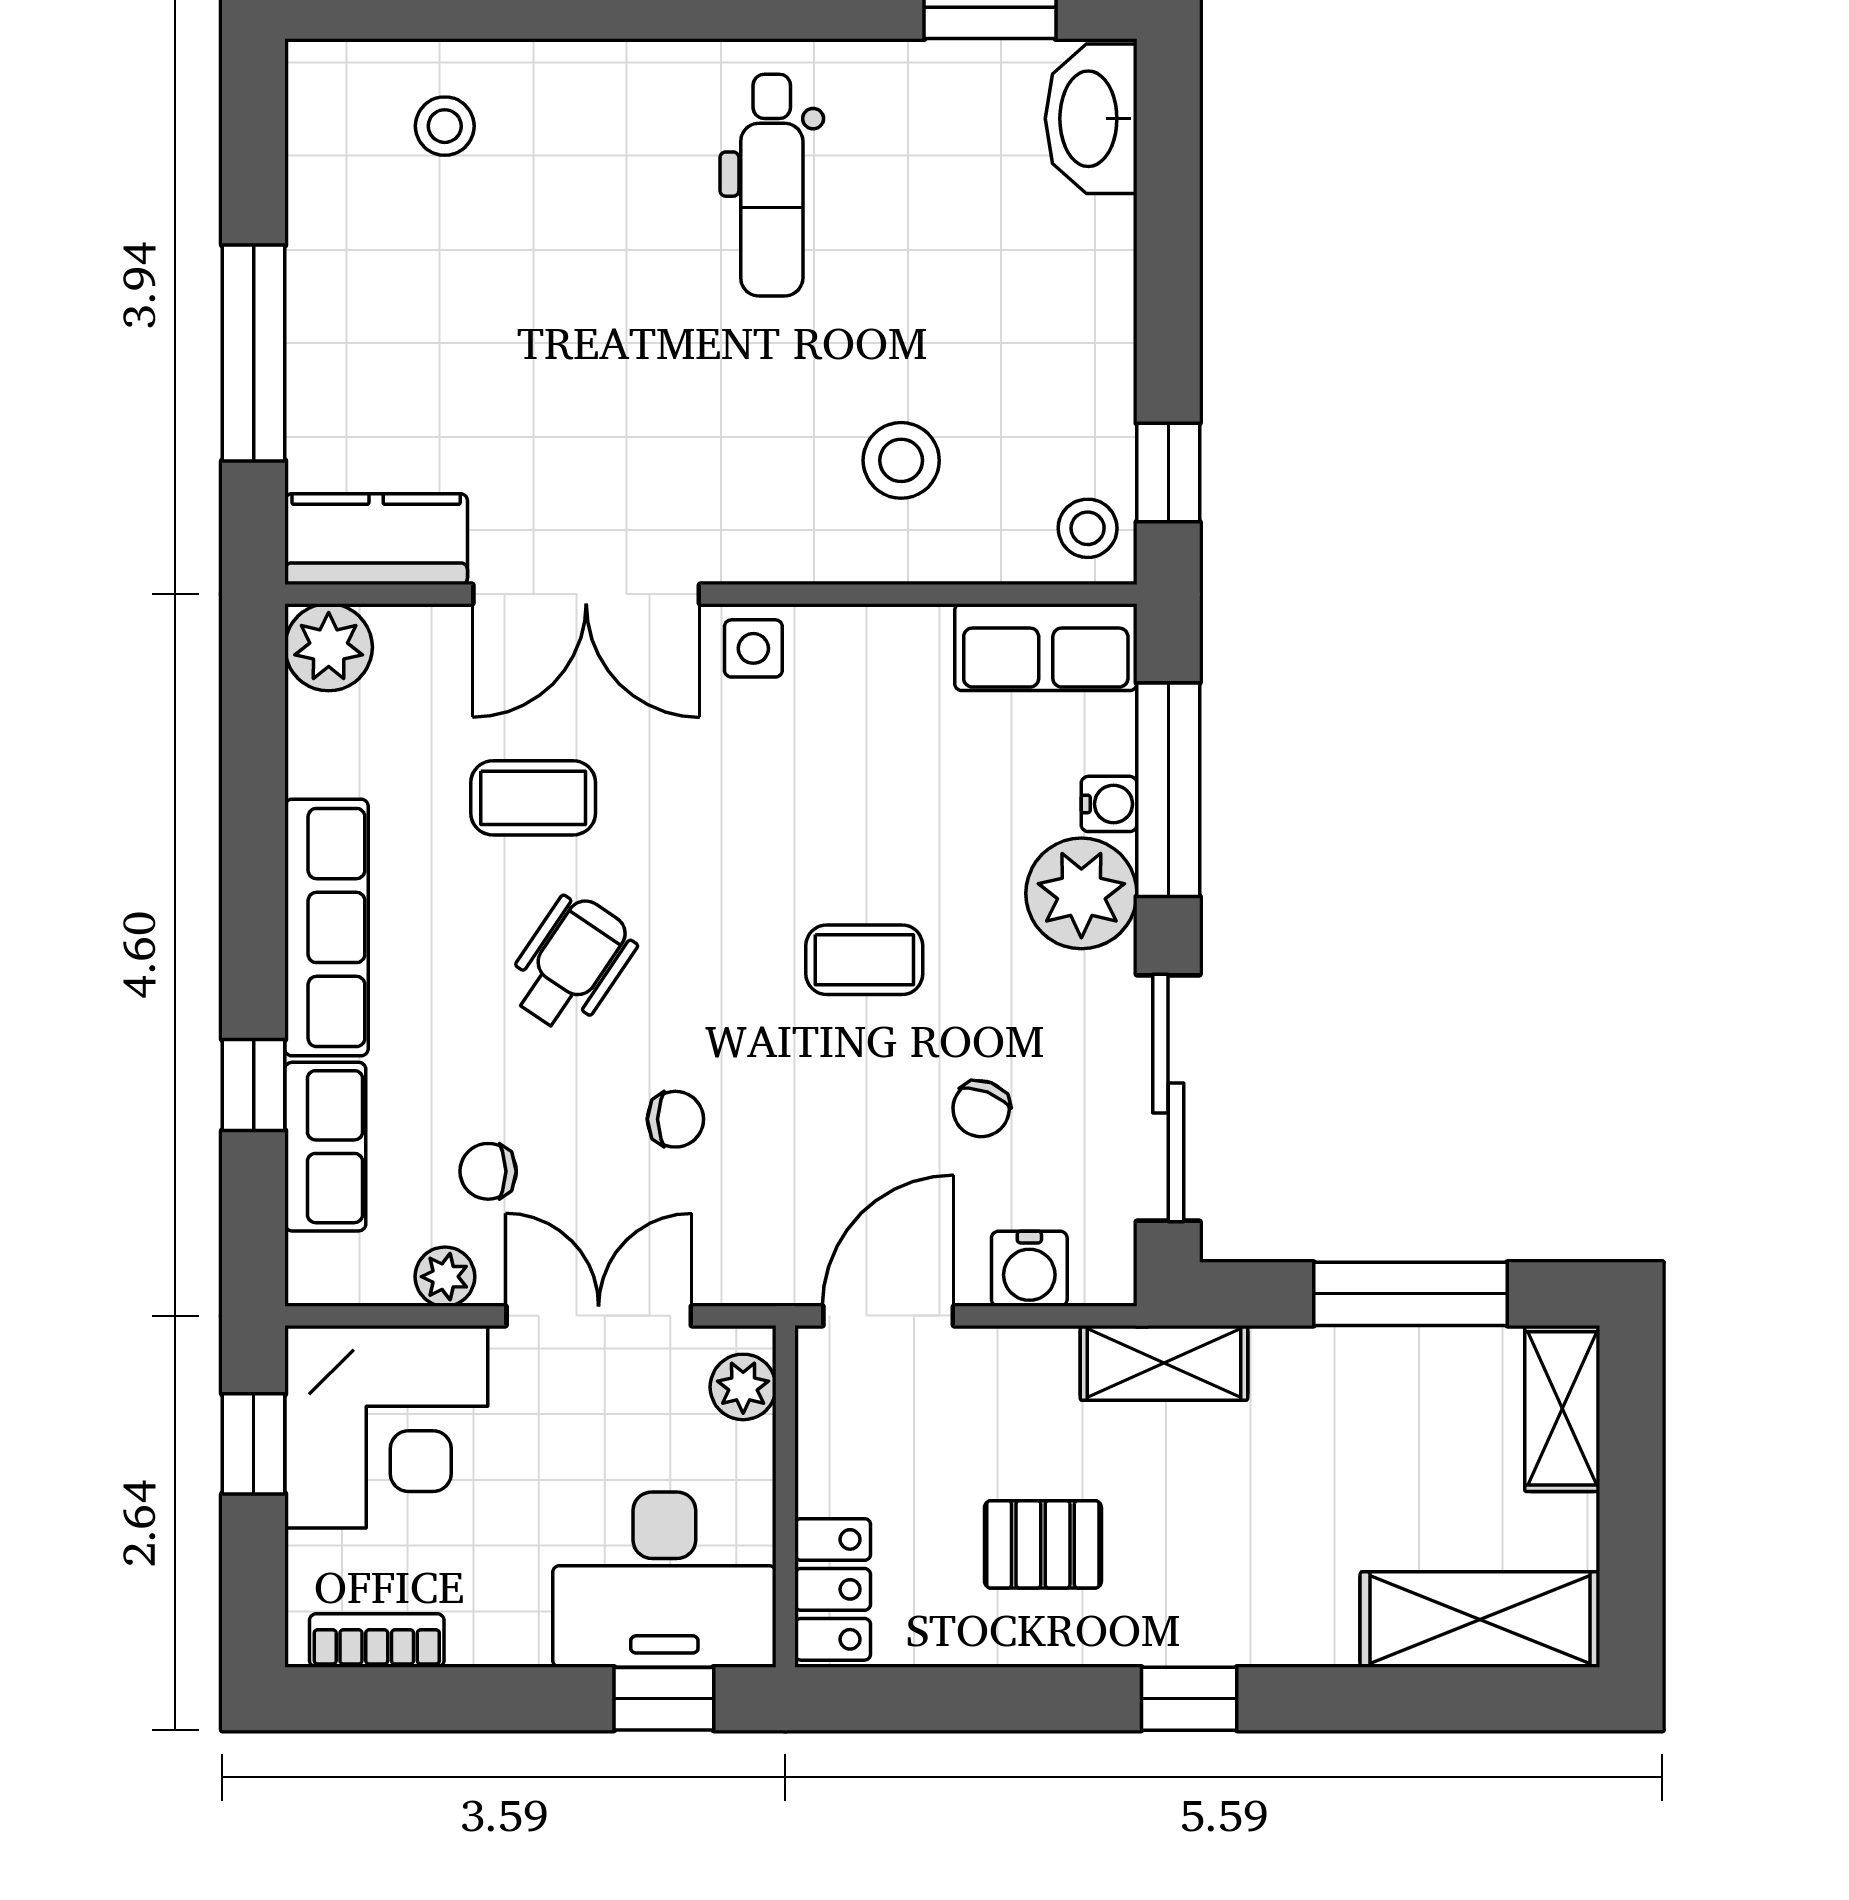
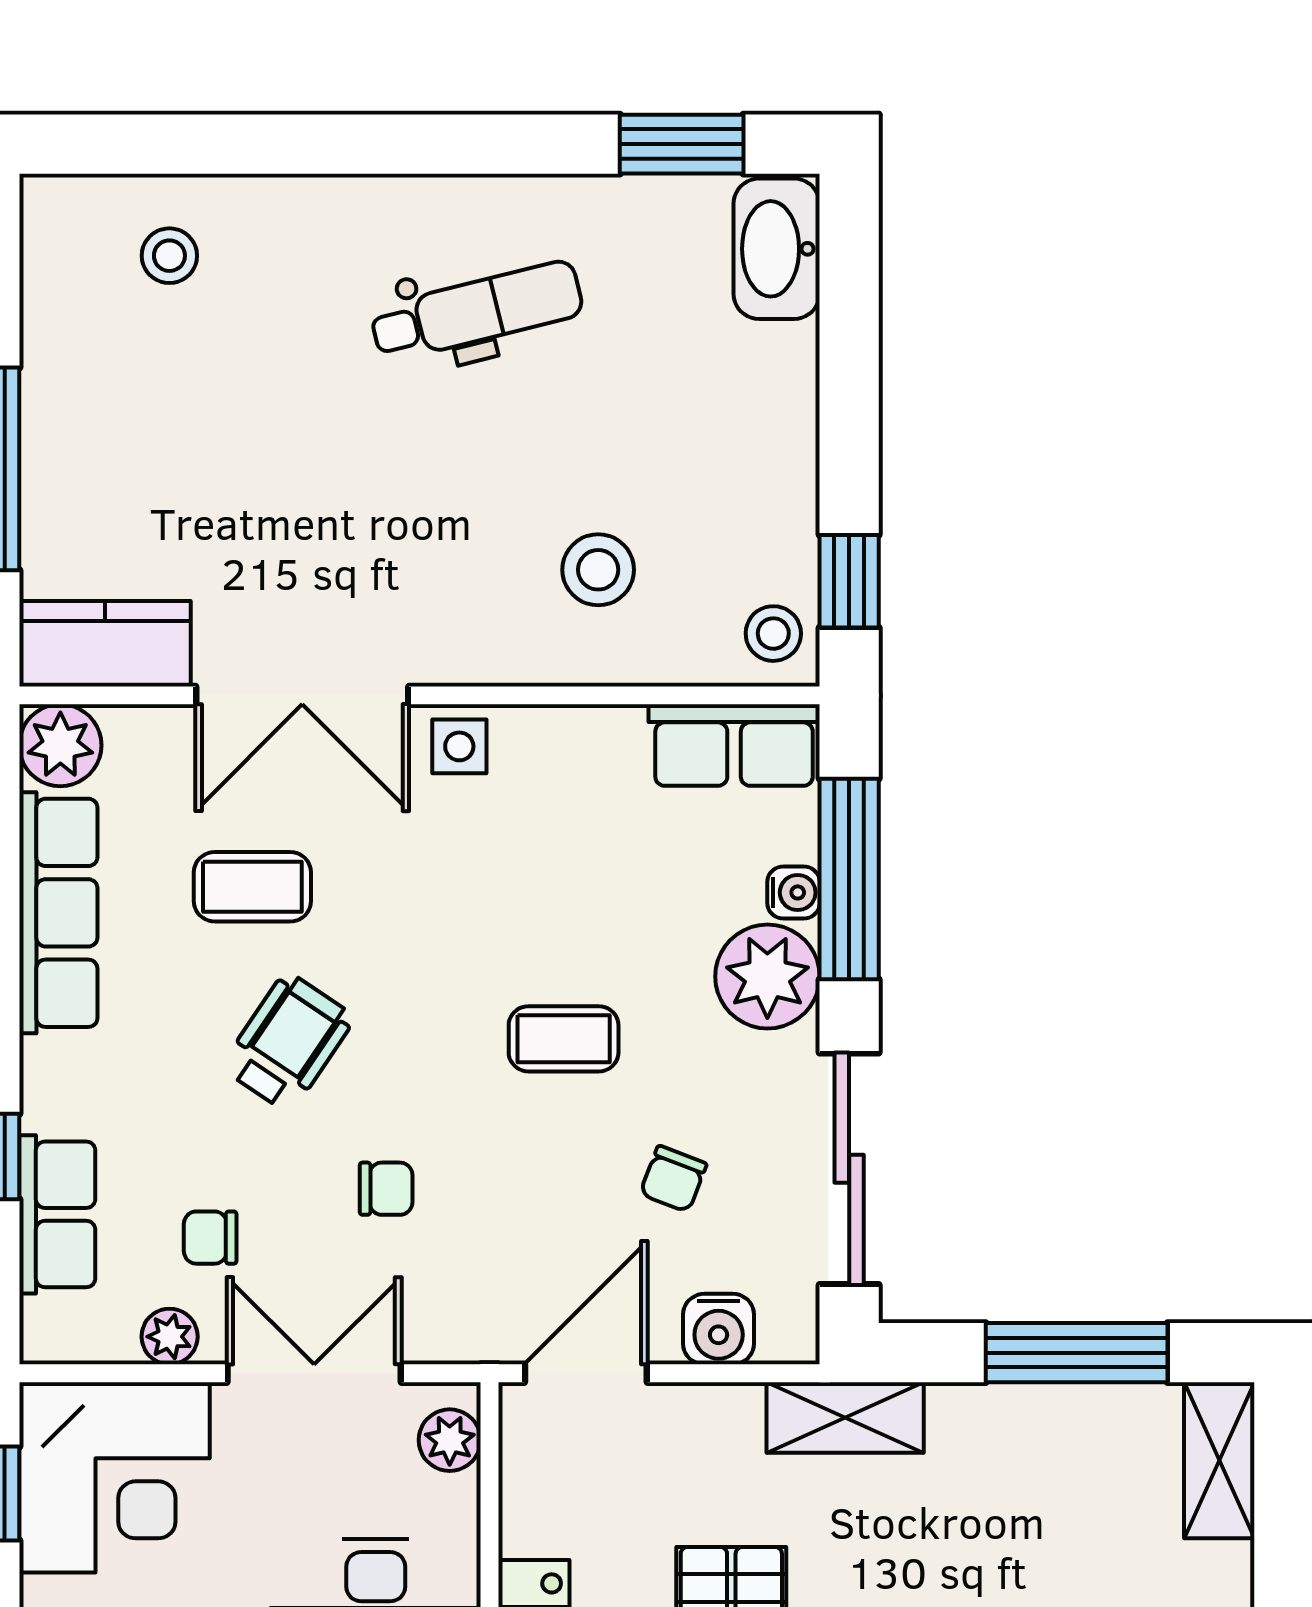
dental chair: (772, 185) -> (477, 311), turned -104
row of seats: (326, 927) -> (58, 913), moved

